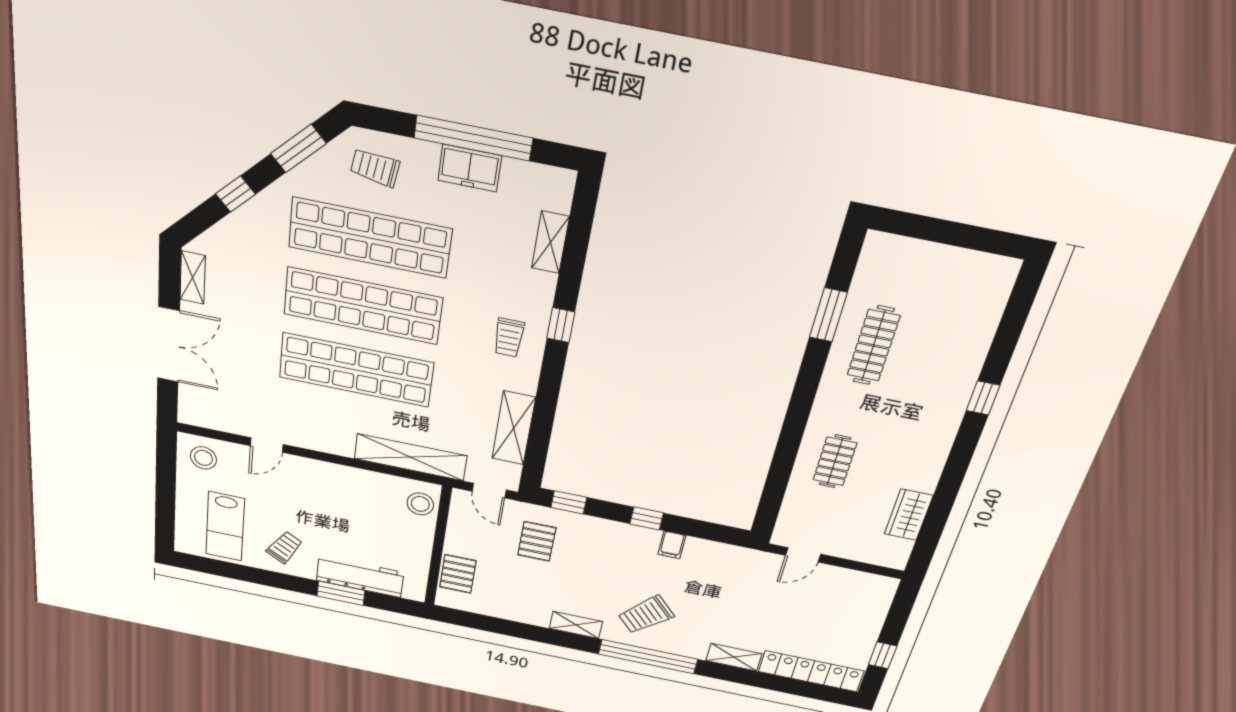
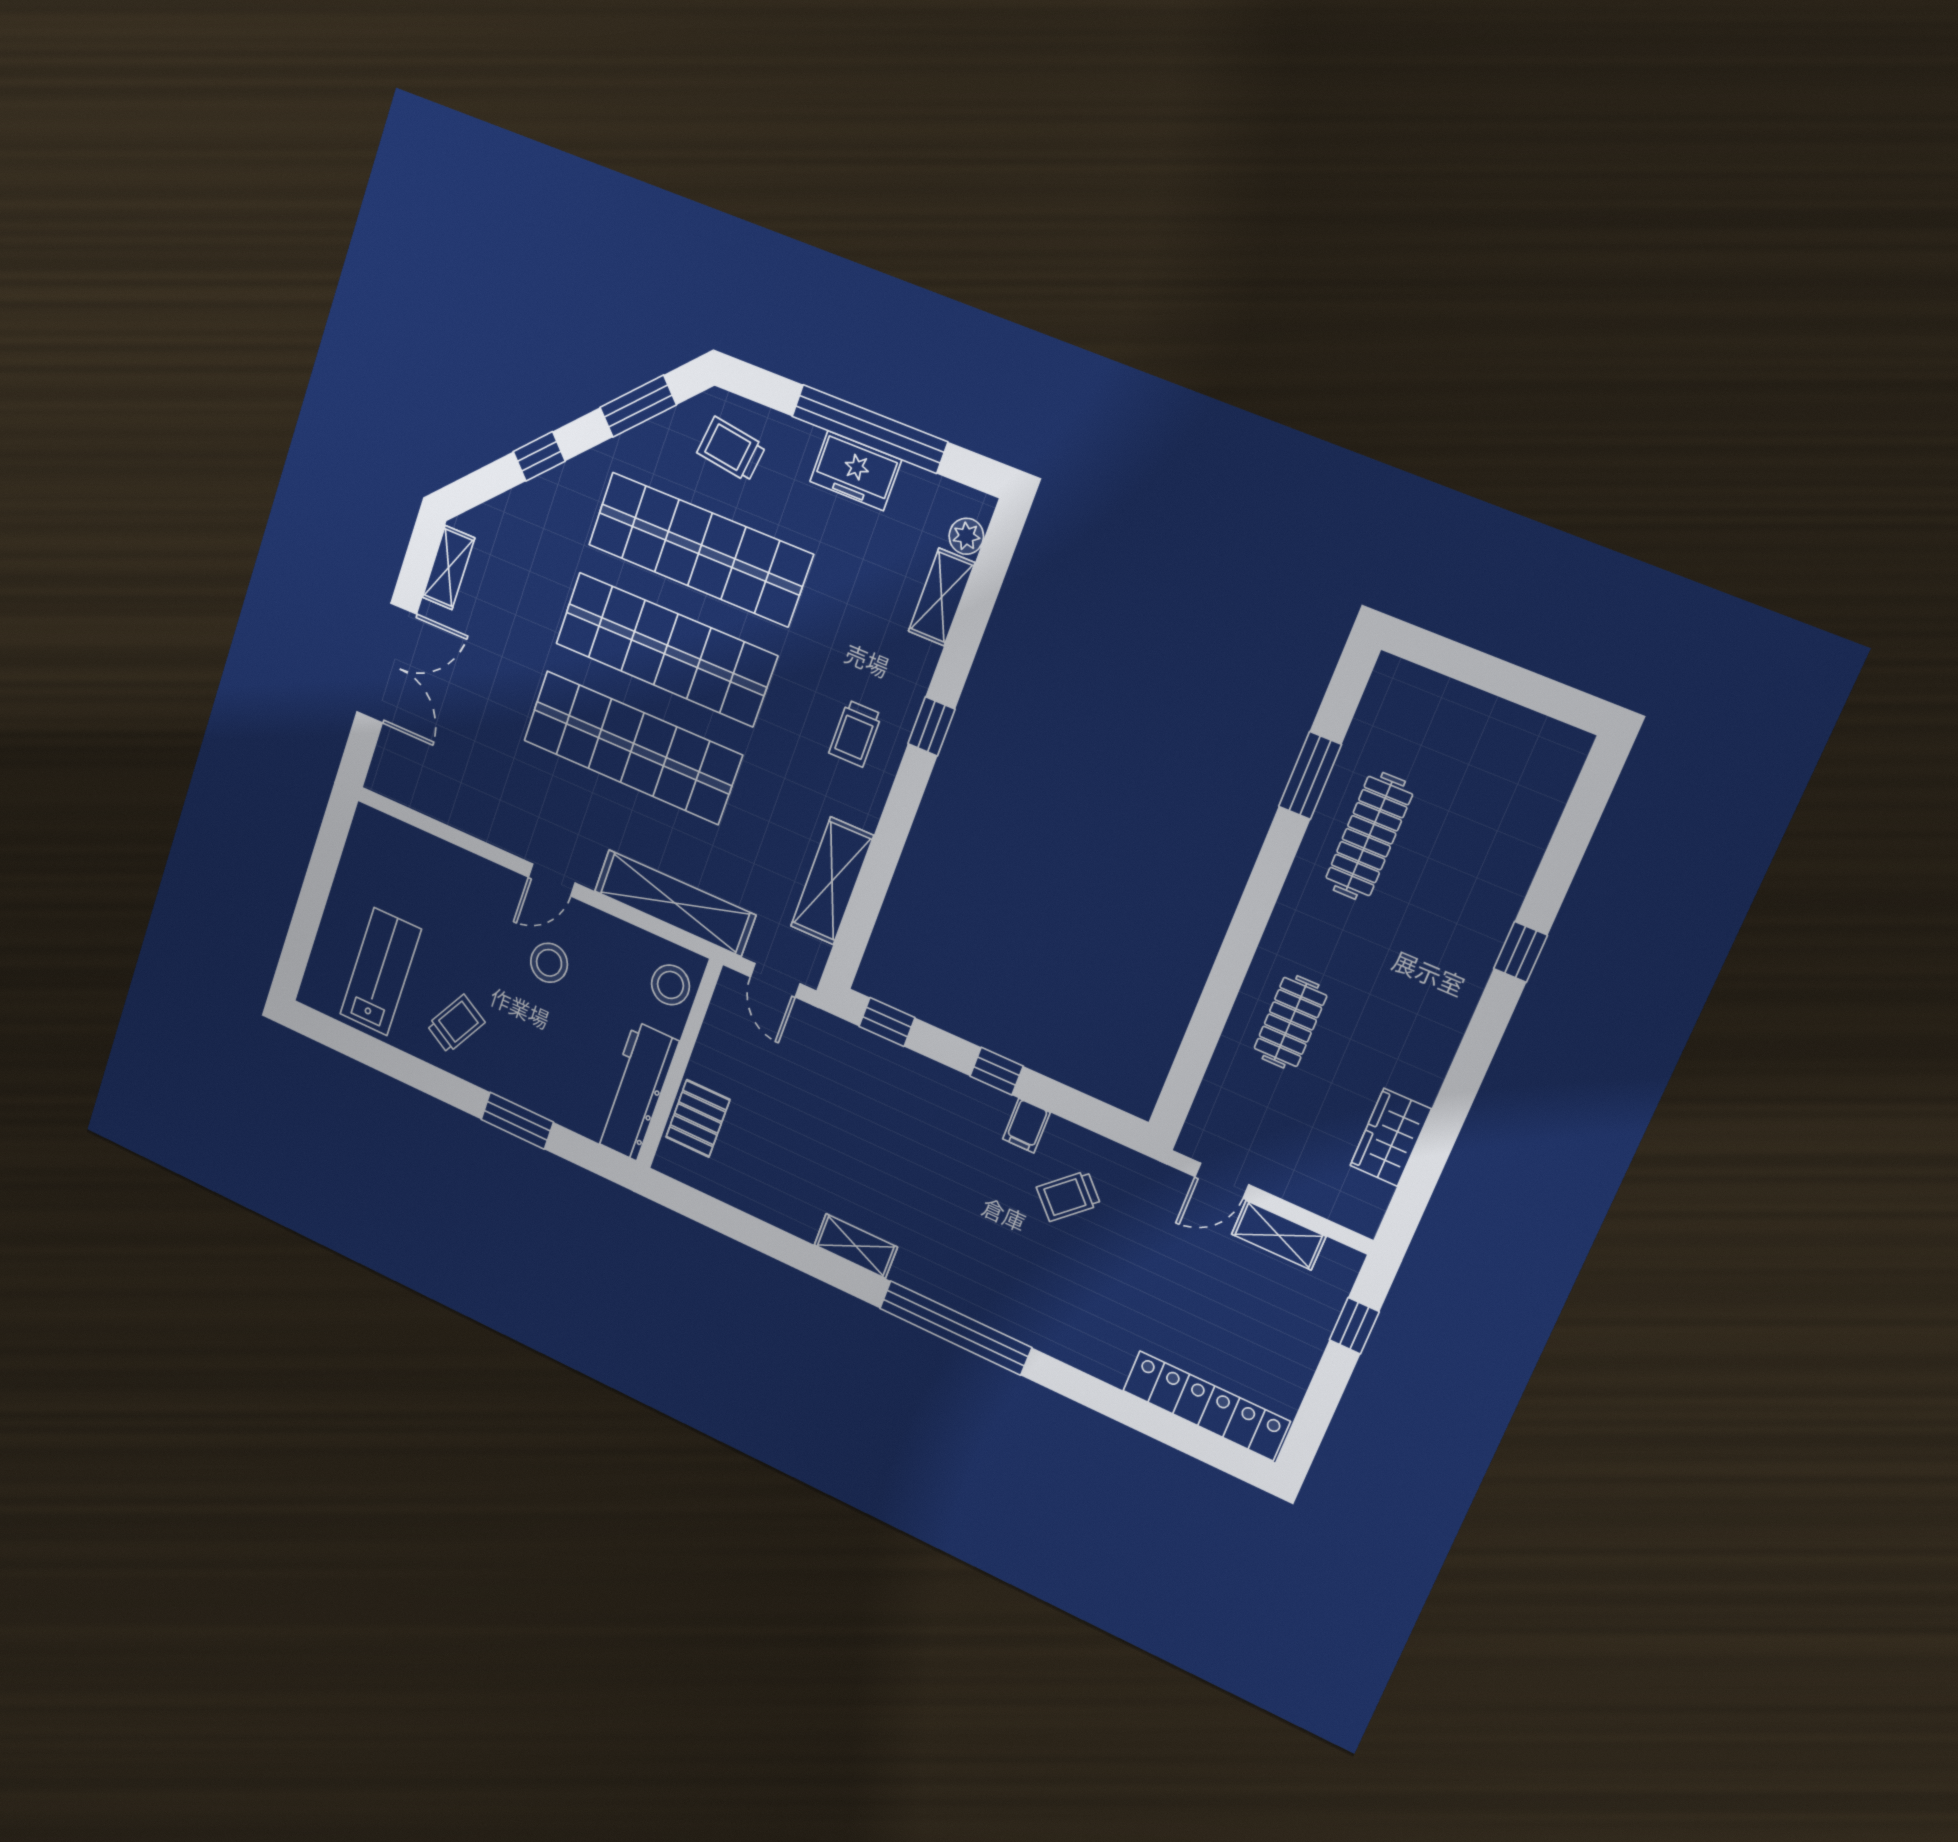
plant: (560, 200) -> (966, 536), added
door: (267, 445) -> (552, 880), moved
stool: (203, 458) -> (549, 963), moved
lab bench: (225, 526) -> (381, 972), turned 180
pallet: (537, 541) -> (827, 1082), removed
workbench: (360, 576) -> (636, 1091), moved, turned -90
trolley: (646, 615) -> (1068, 1196), moved, width x0.73, depth x0.72
window: (883, 655) -> (1354, 1326), moved
shelving: (734, 657) -> (1279, 1235), moved

